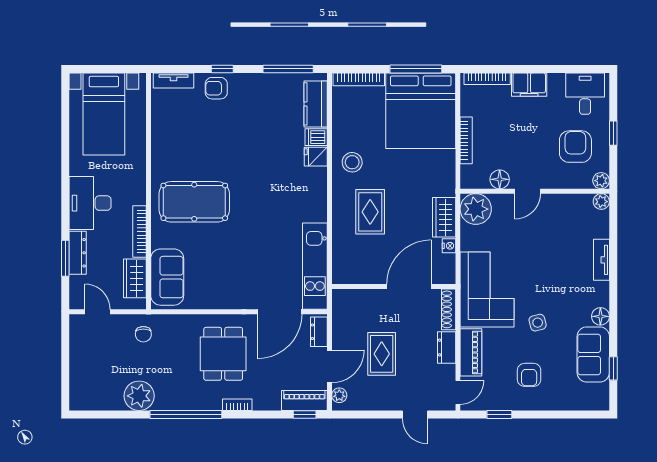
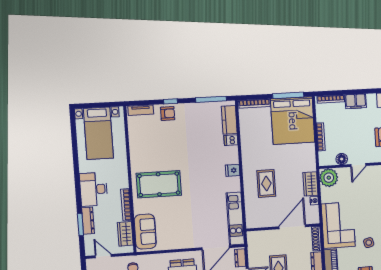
armchair: (216, 88) -> (168, 113), turned 180
fridge: (316, 157) -> (233, 170), moved
stool: (352, 162) -> (254, 154), removed

